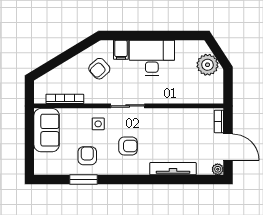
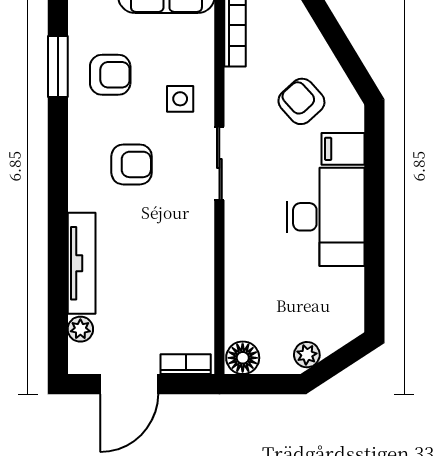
plant: (208, 65) -> (307, 355), width x0.53, depth x0.53
floor lamp: (216, 95) -> (243, 358), added
armchair: (128, 146) -> (132, 164), turned -90
plant: (218, 169) -> (80, 329), moved

